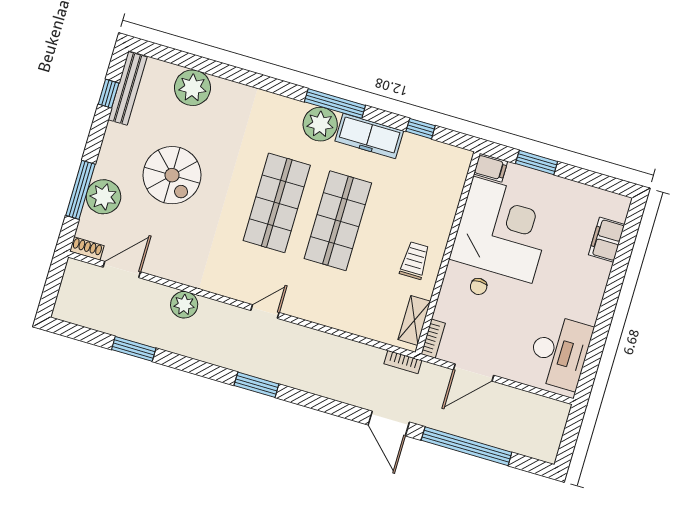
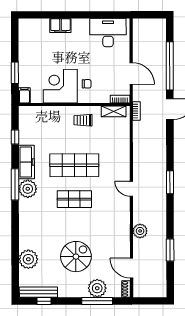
shop shelf: (277, 203) -> (74, 199), width x0.70, depth x0.74
corner desk: (503, 230) -> (60, 86), width x0.74, depth x0.74
filing cabinet: (607, 240) -> (60, 26), moved

